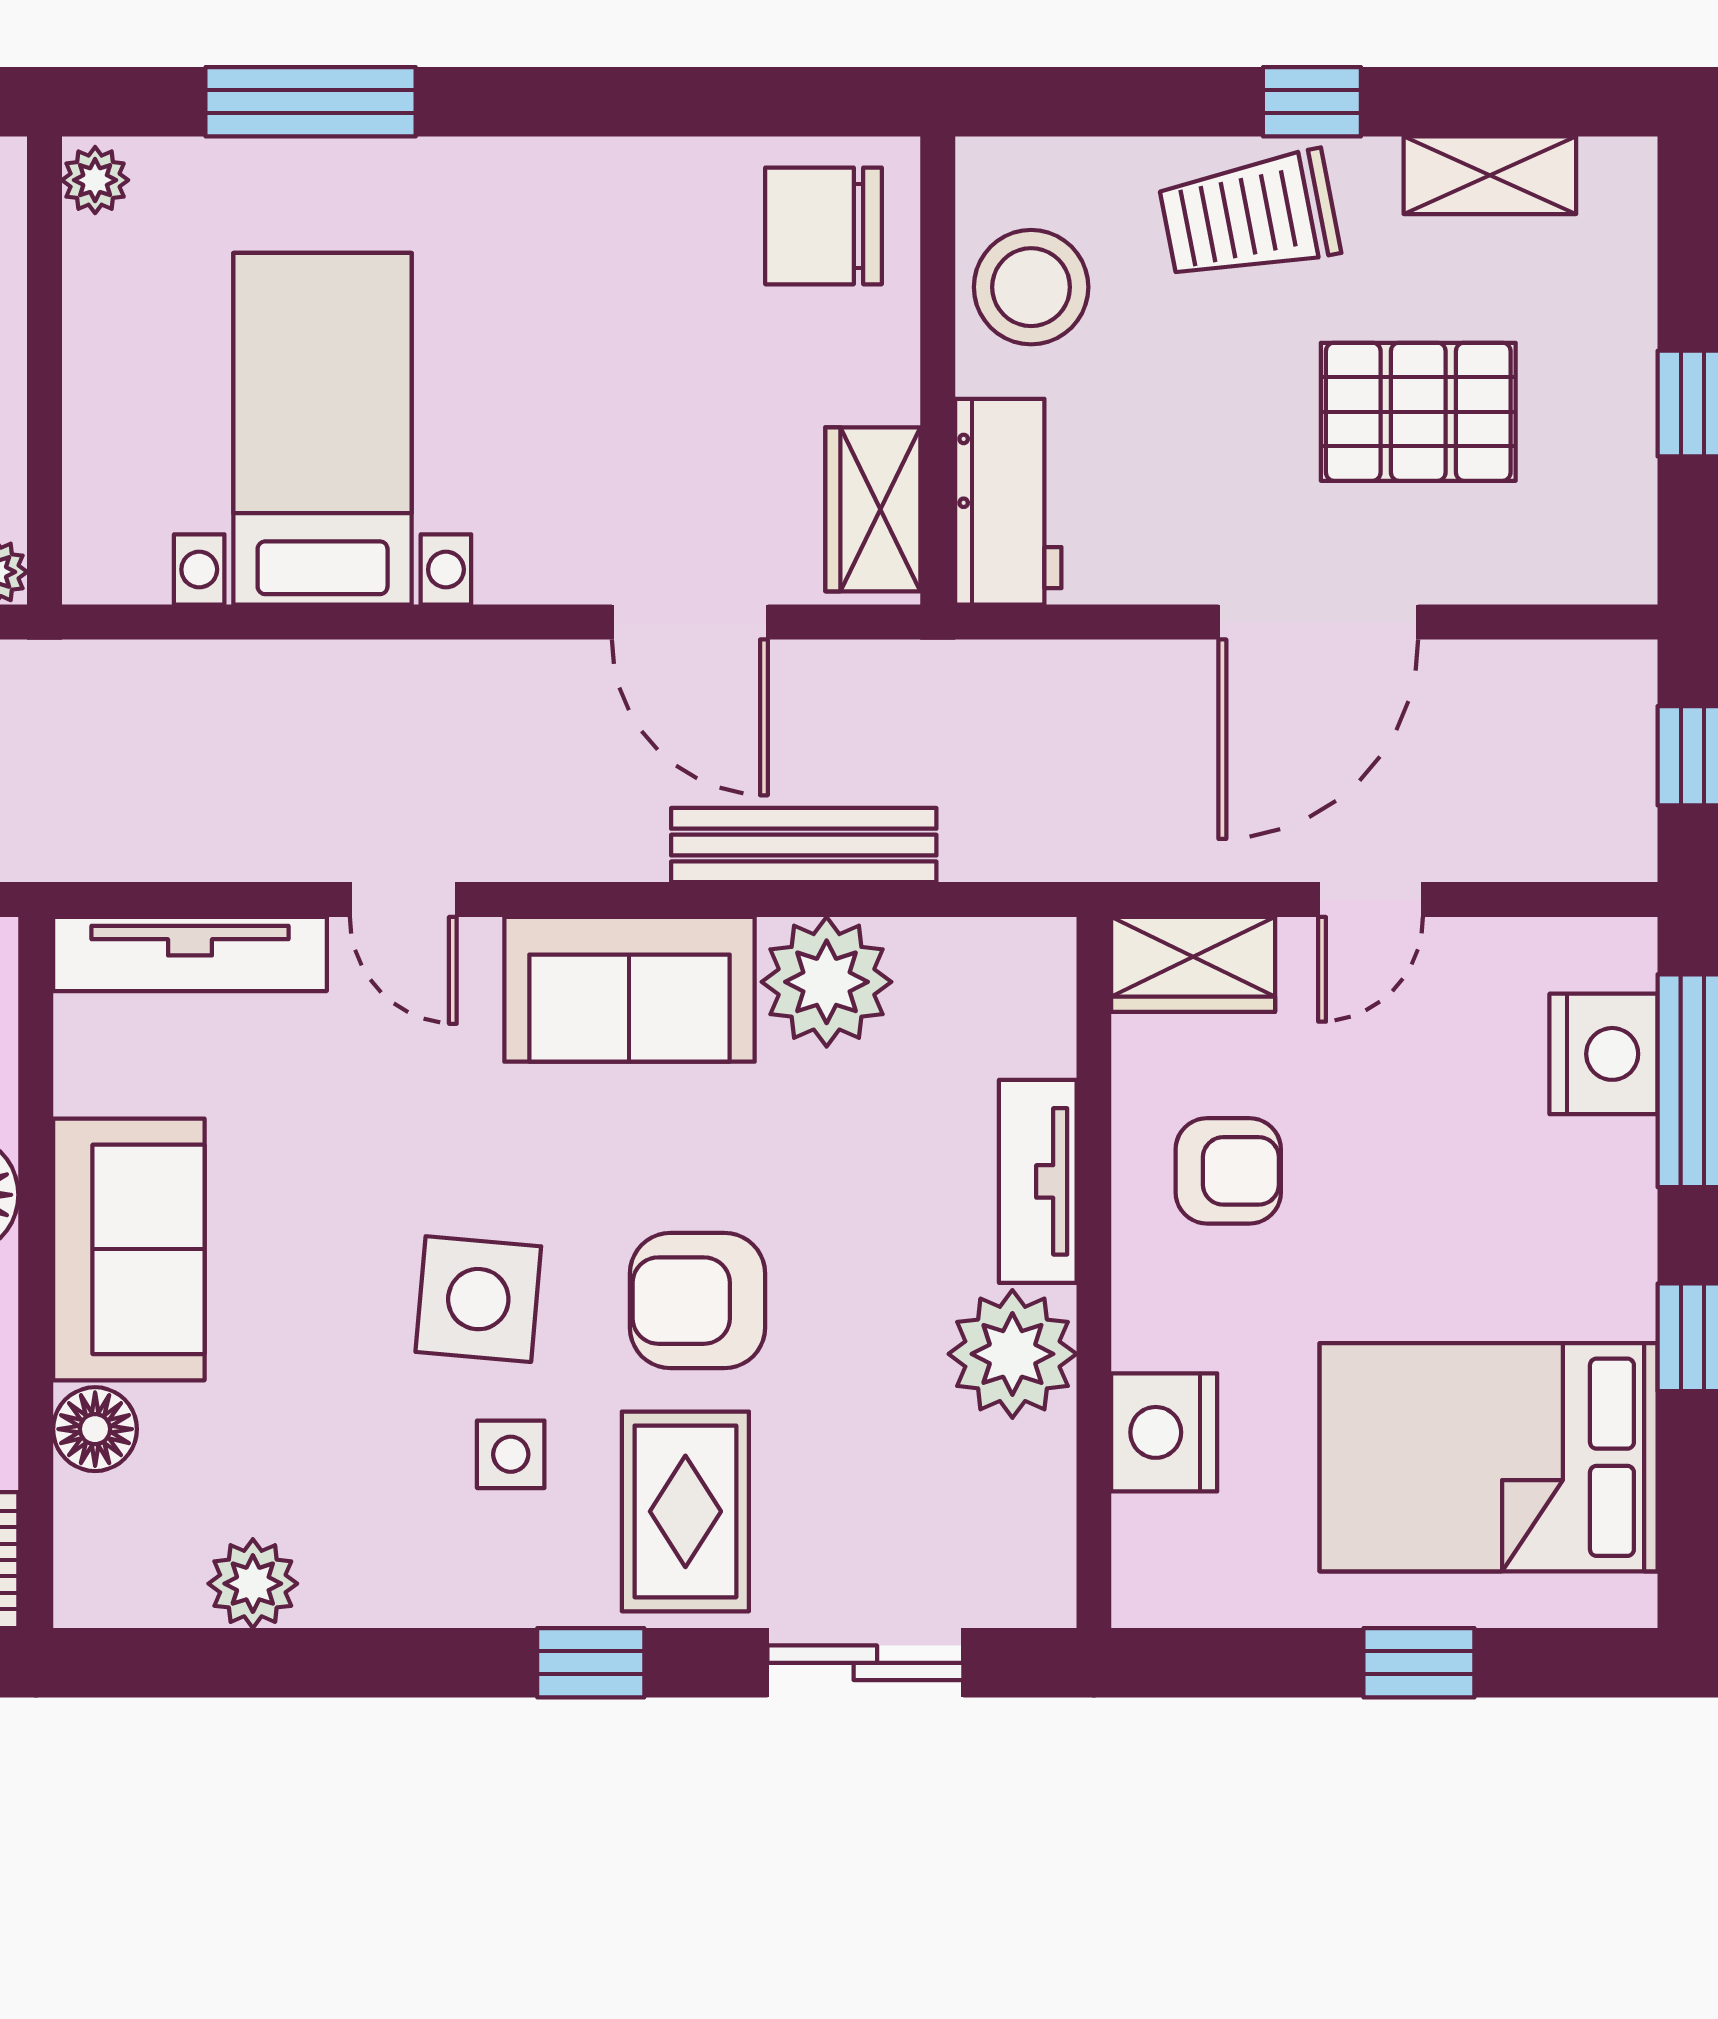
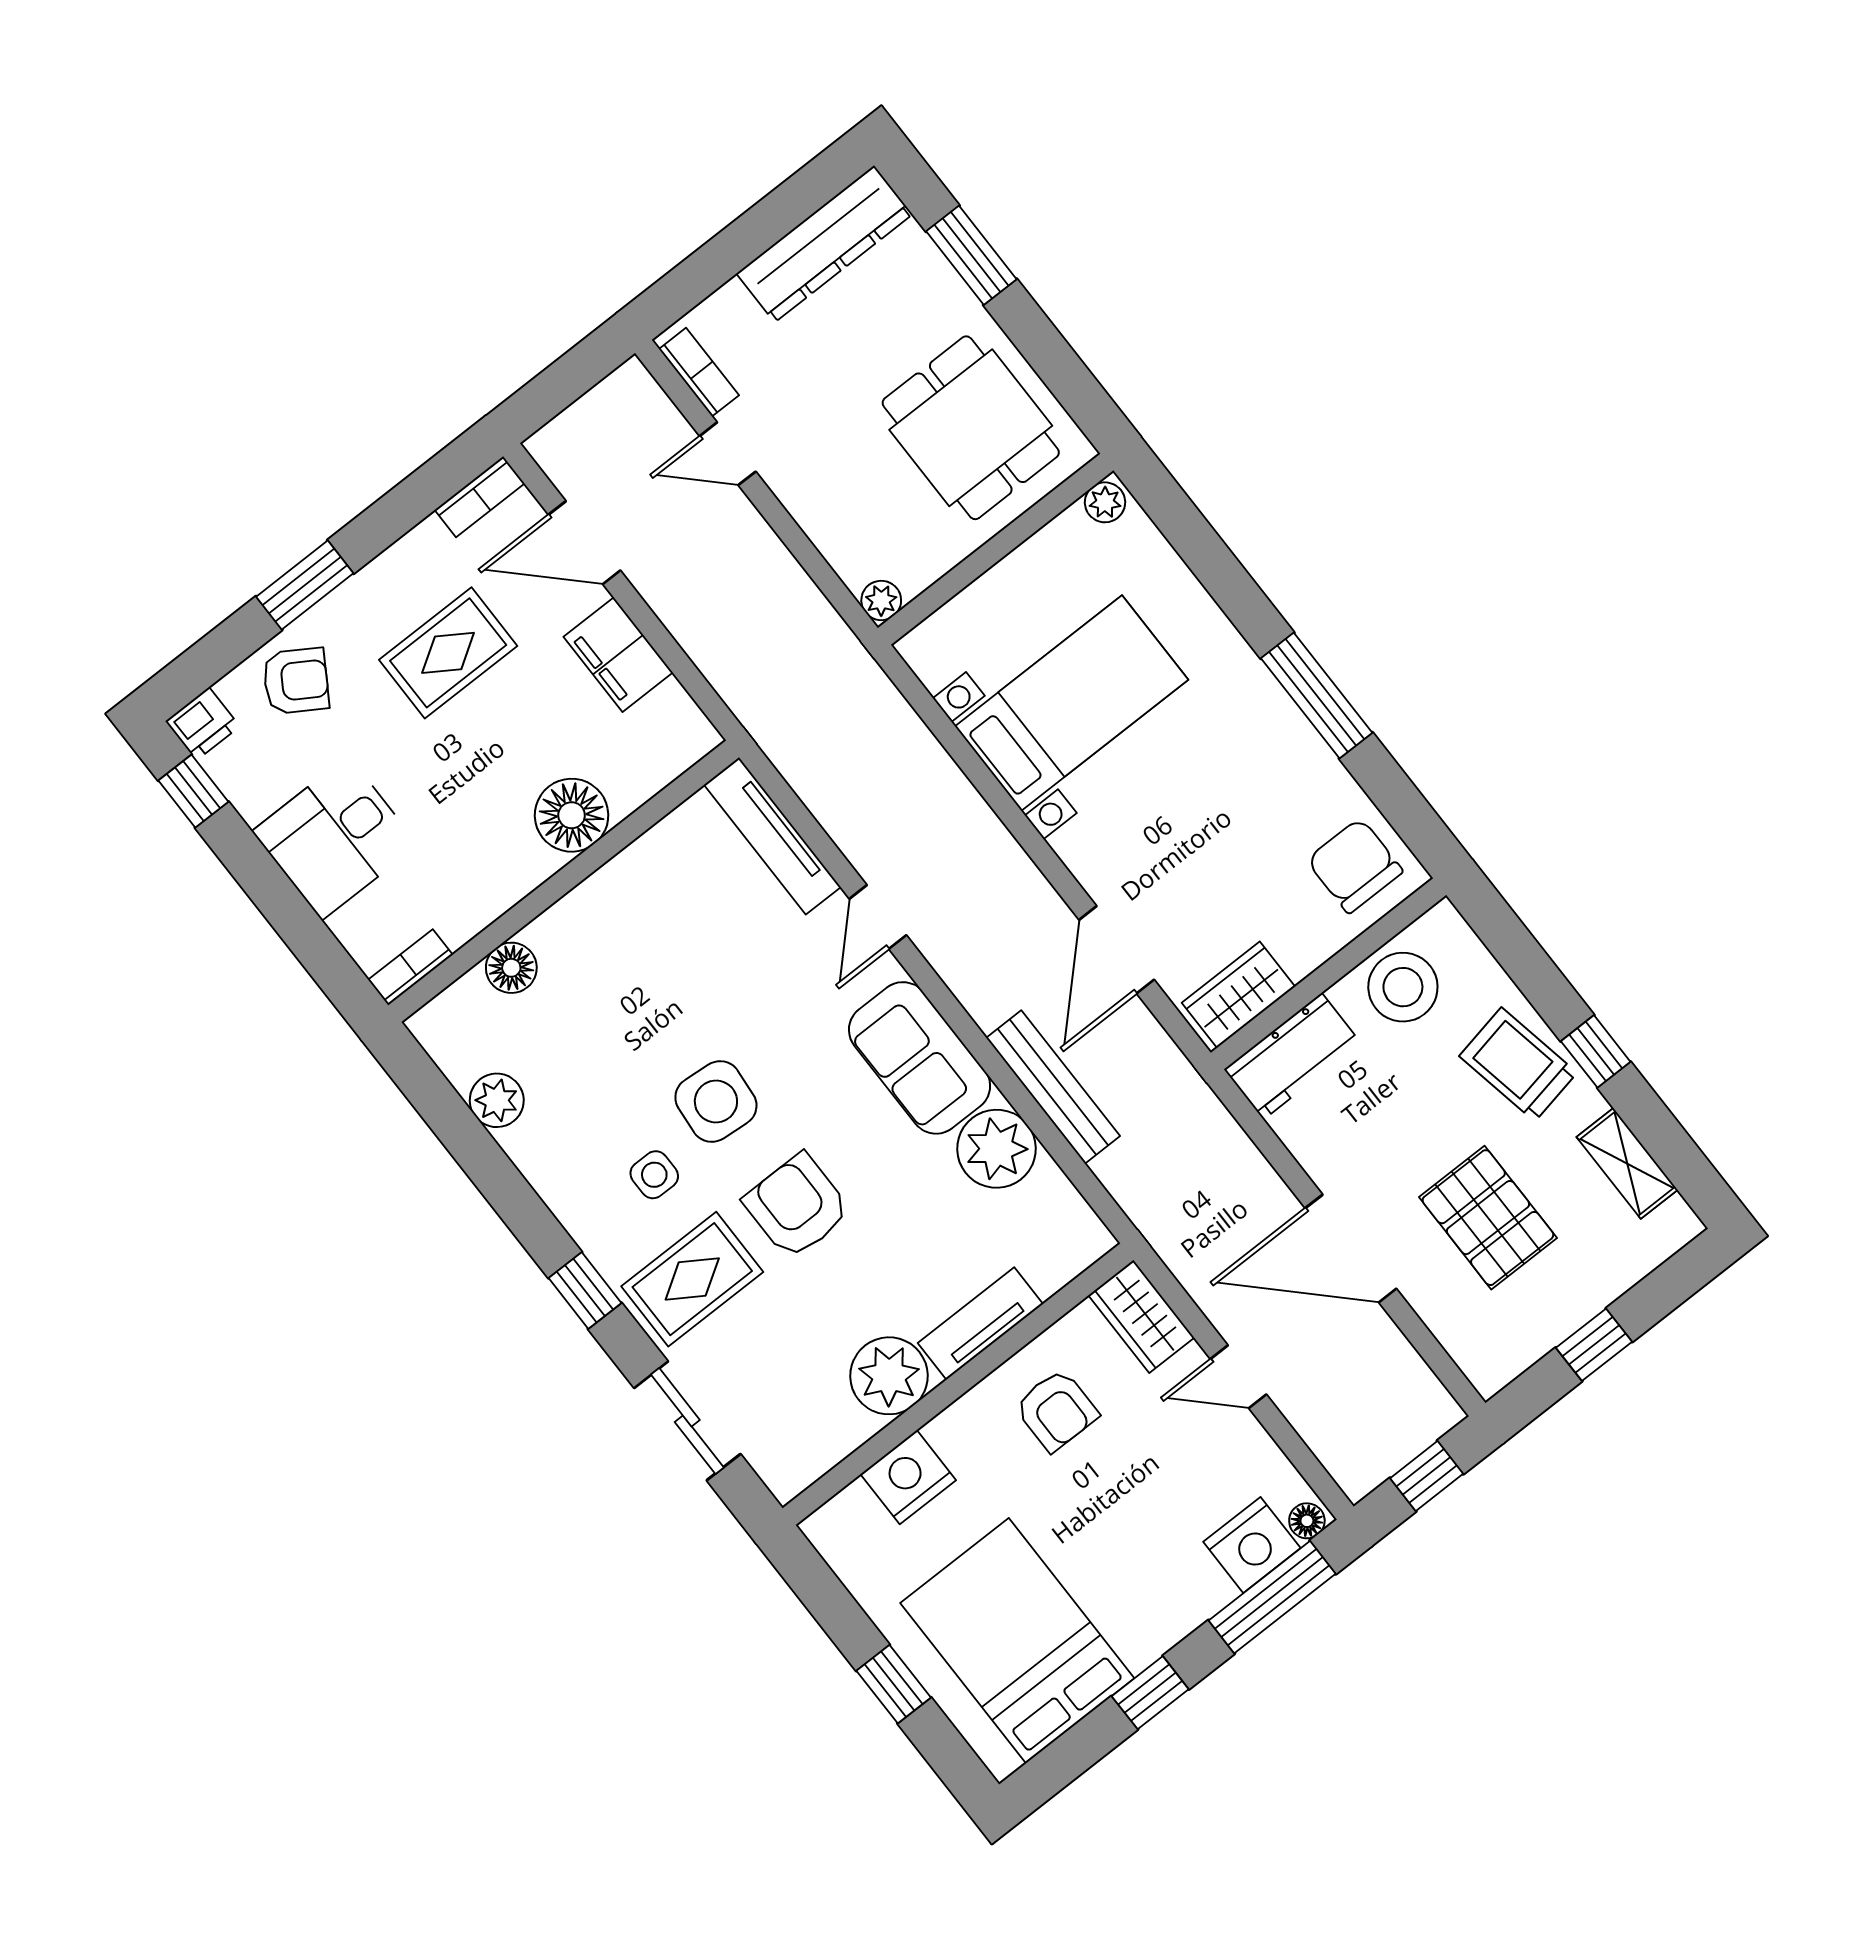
window: (311, 102) -> (1317, 696), moved
floor lamp: (1628, 958) -> (1307, 1521), added
sofa: (129, 1249) -> (609, 917), removed

